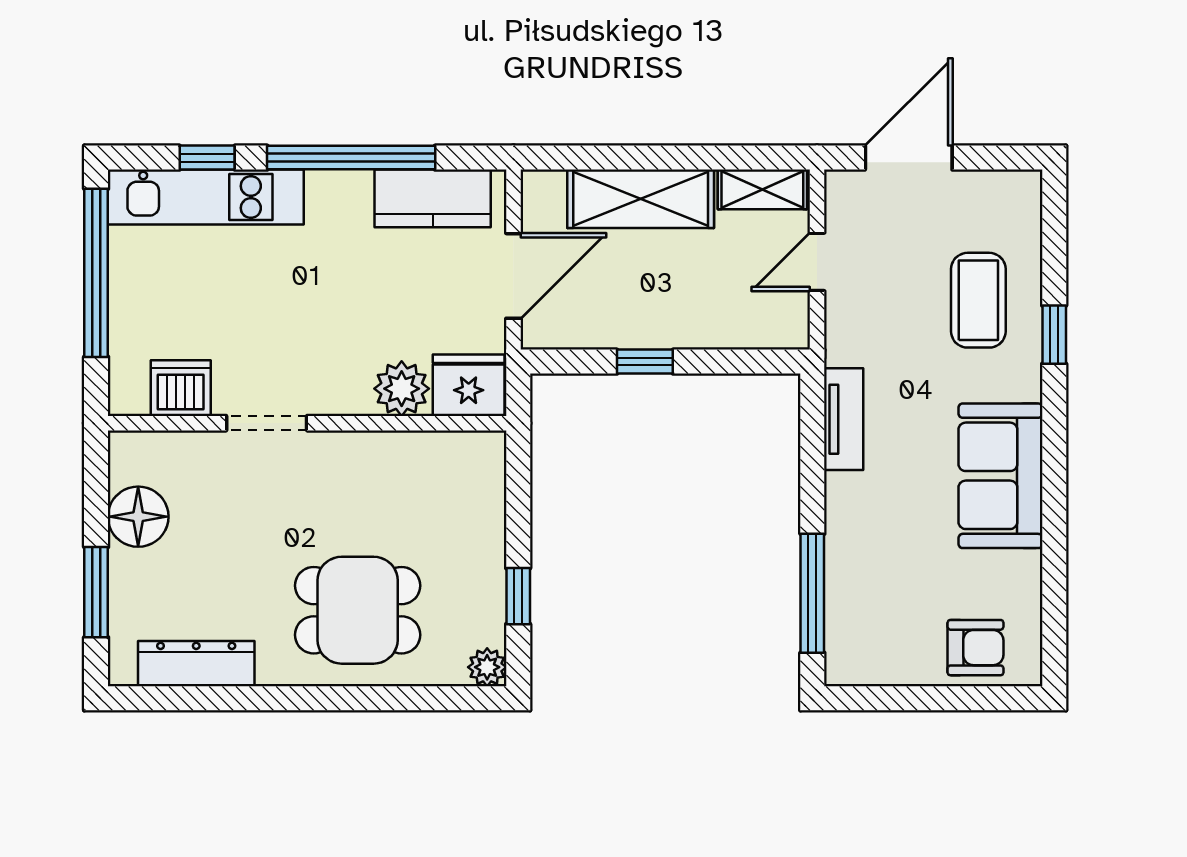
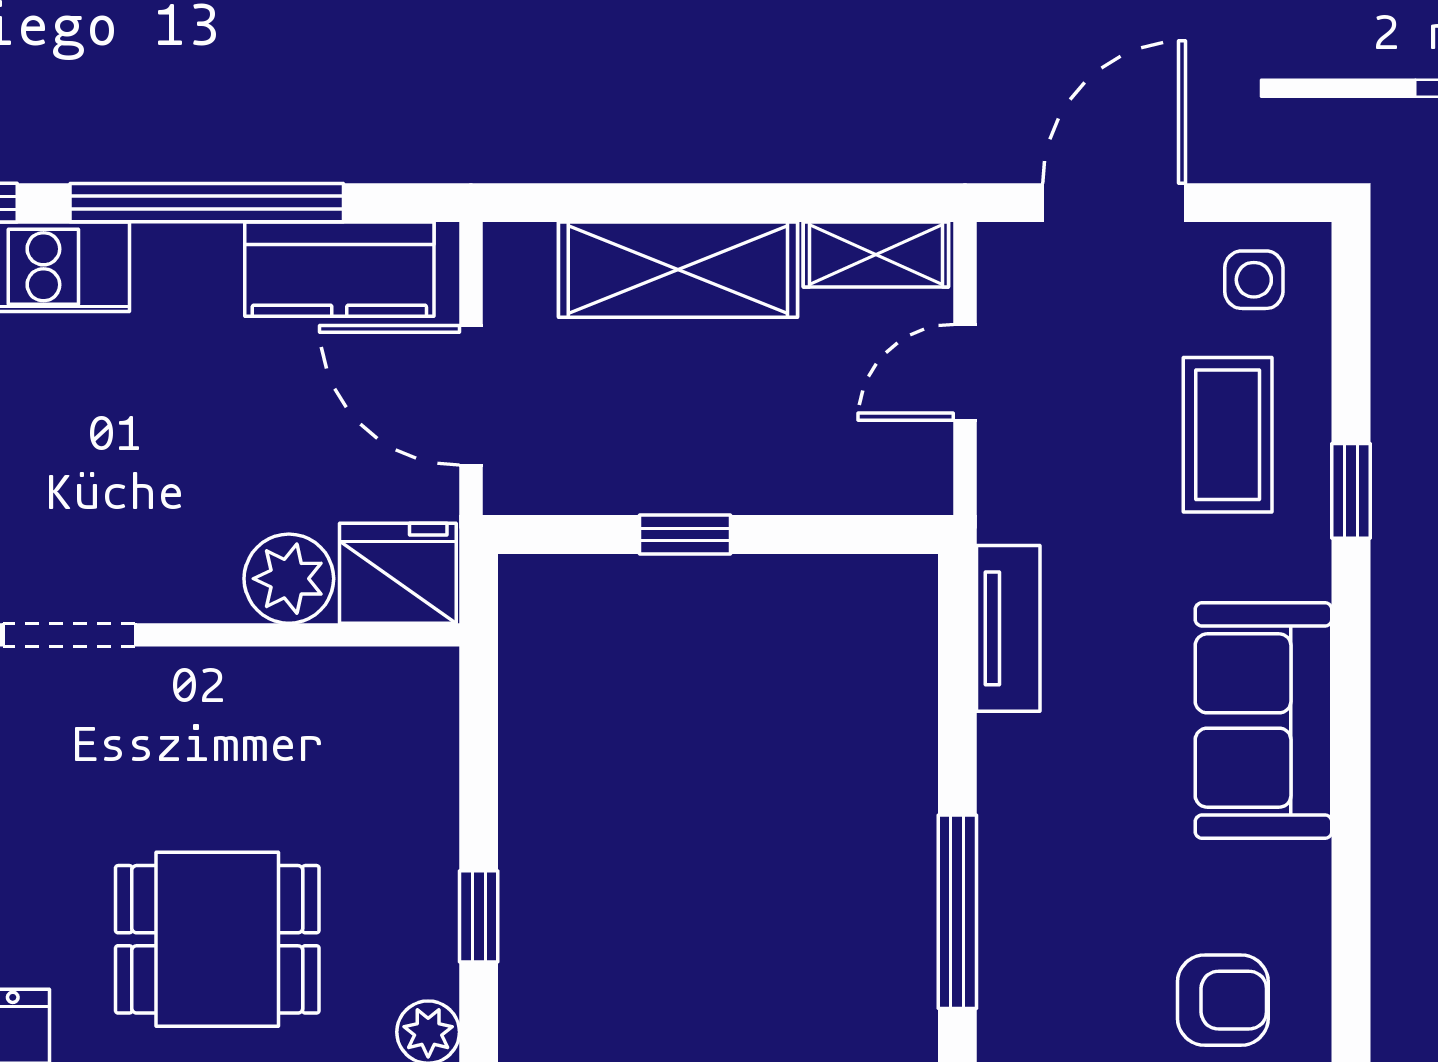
side table: (995, 205) -> (1254, 280), added
door: (513, 276) -> (471, 395), swing flipped

